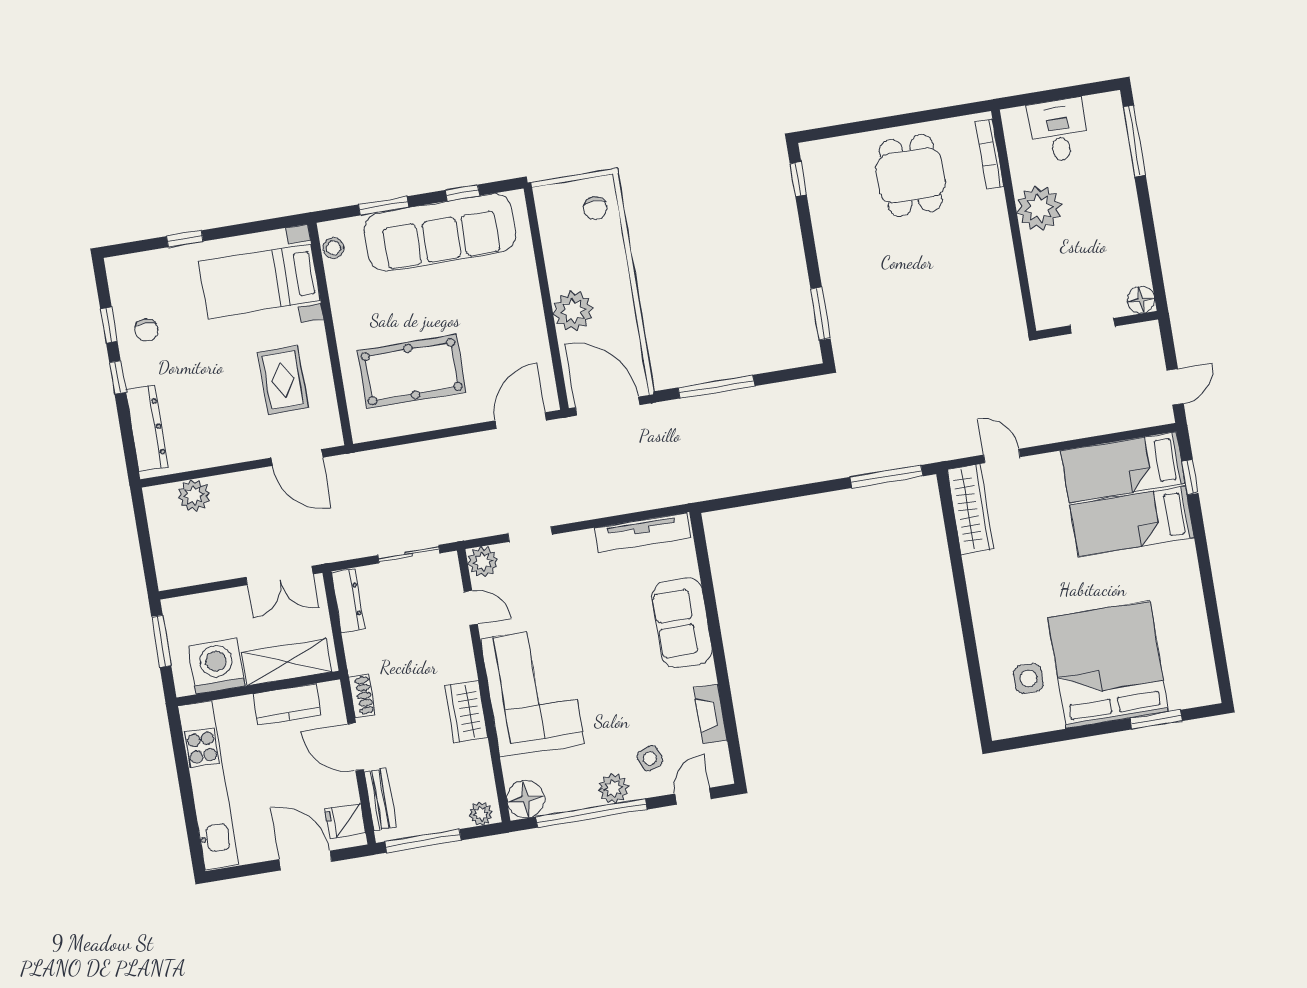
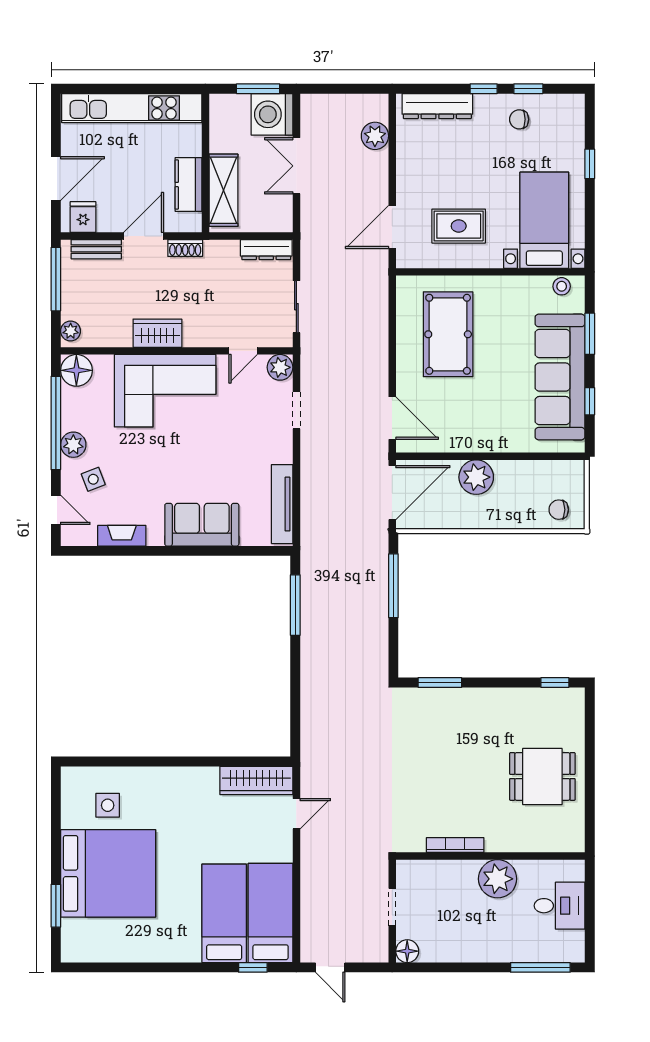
bookcase: (990, 154) -> (455, 845), moved
window: (886, 477) -> (295, 605), moved
double door: (279, 576) -> (296, 166), moved
washing machine: (217, 666) -> (272, 114), moved, turned 180

